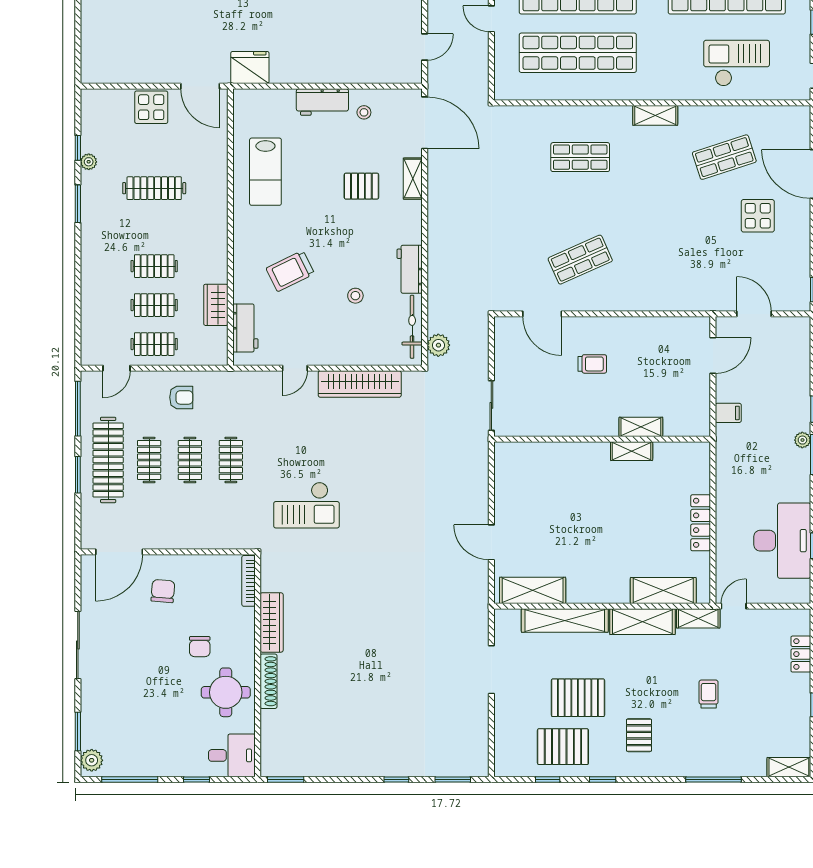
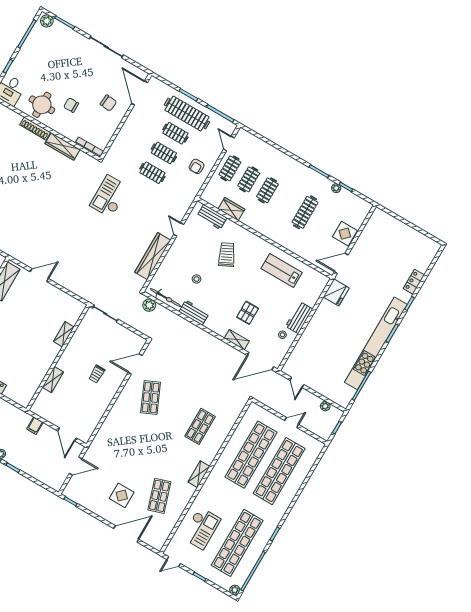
shelving: (632, 451) -> (64, 334), moved

